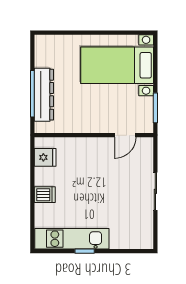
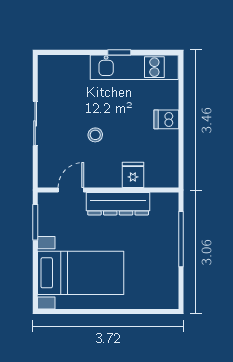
dresser: (44, 95) -> (118, 204), moved, turned -90
fridge: (45, 157) -> (133, 175), moved, turned 90
stool: (105, 182) -> (95, 135), added

